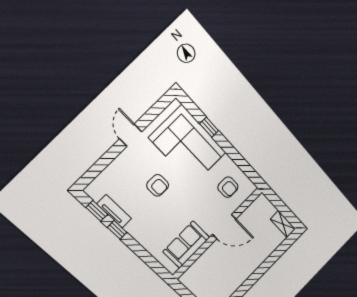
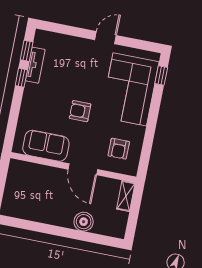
window: (209, 127) -> (161, 76), moved
armchair: (158, 185) -> (80, 111), moved, turned 90
shelving: (283, 224) -> (126, 196), moved
boiler: (262, 252) -> (84, 222), added

